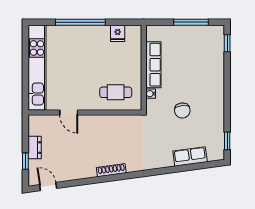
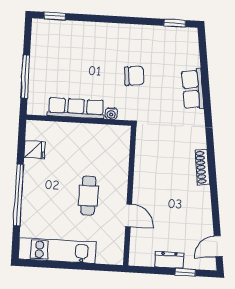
window: (191, 22) -> (25, 76), moved
kitchen unit: (37, 68) -> (57, 251), width x0.73
cafe table: (116, 92) -> (88, 196), moved
door: (69, 113) -> (129, 215), hinge flipped
row of seats: (190, 156) -> (193, 89), moved

